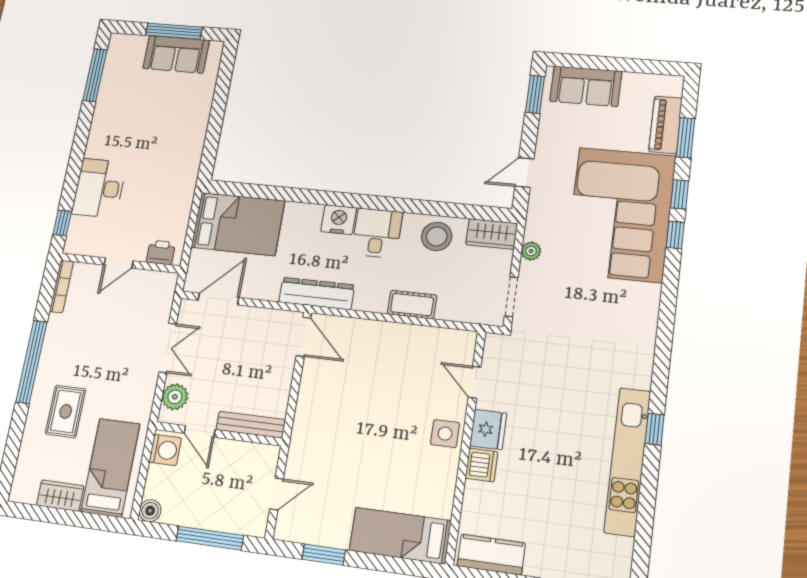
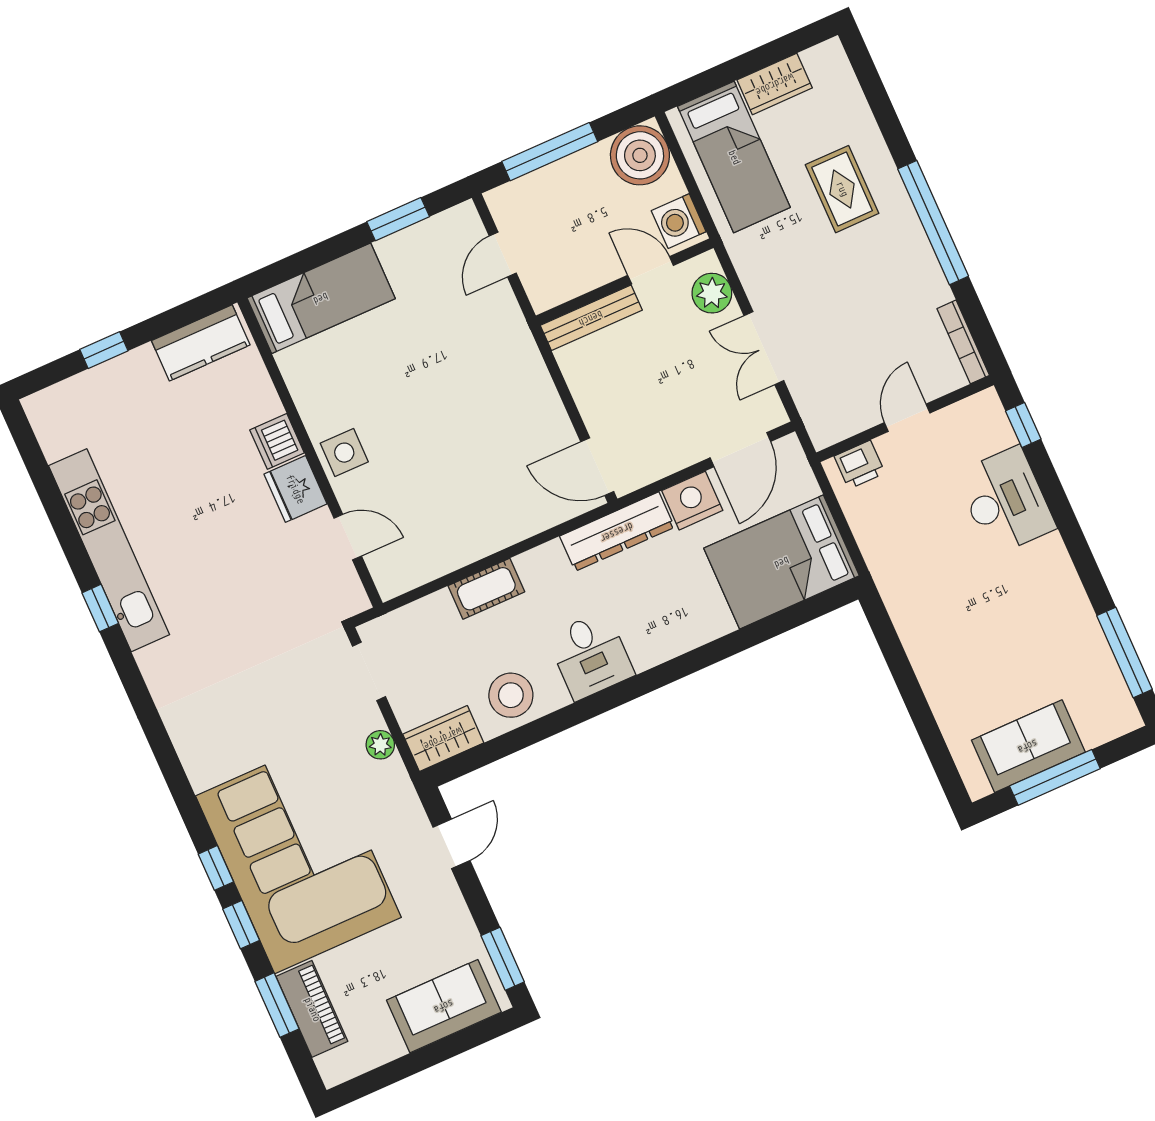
nightstand: (339, 220) -> (692, 501), moved, turned 180
boiler: (150, 511) -> (640, 155), width x1.86, depth x1.86

